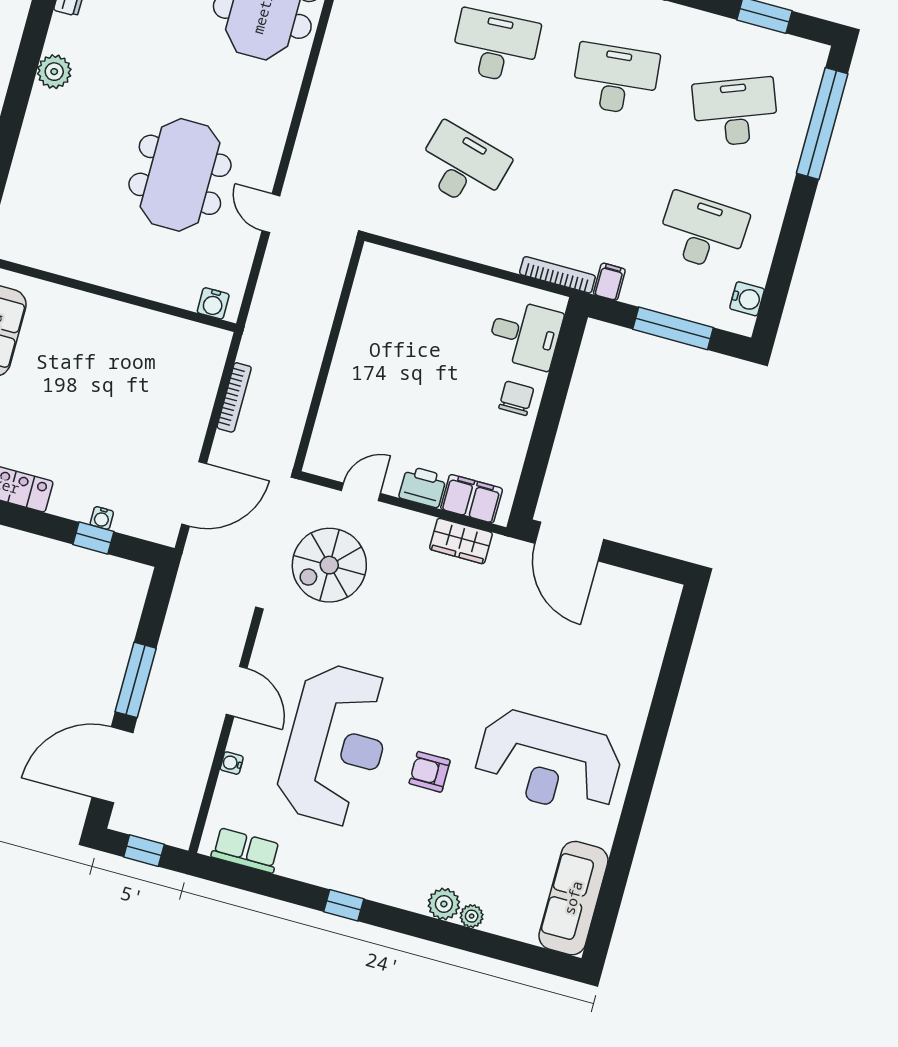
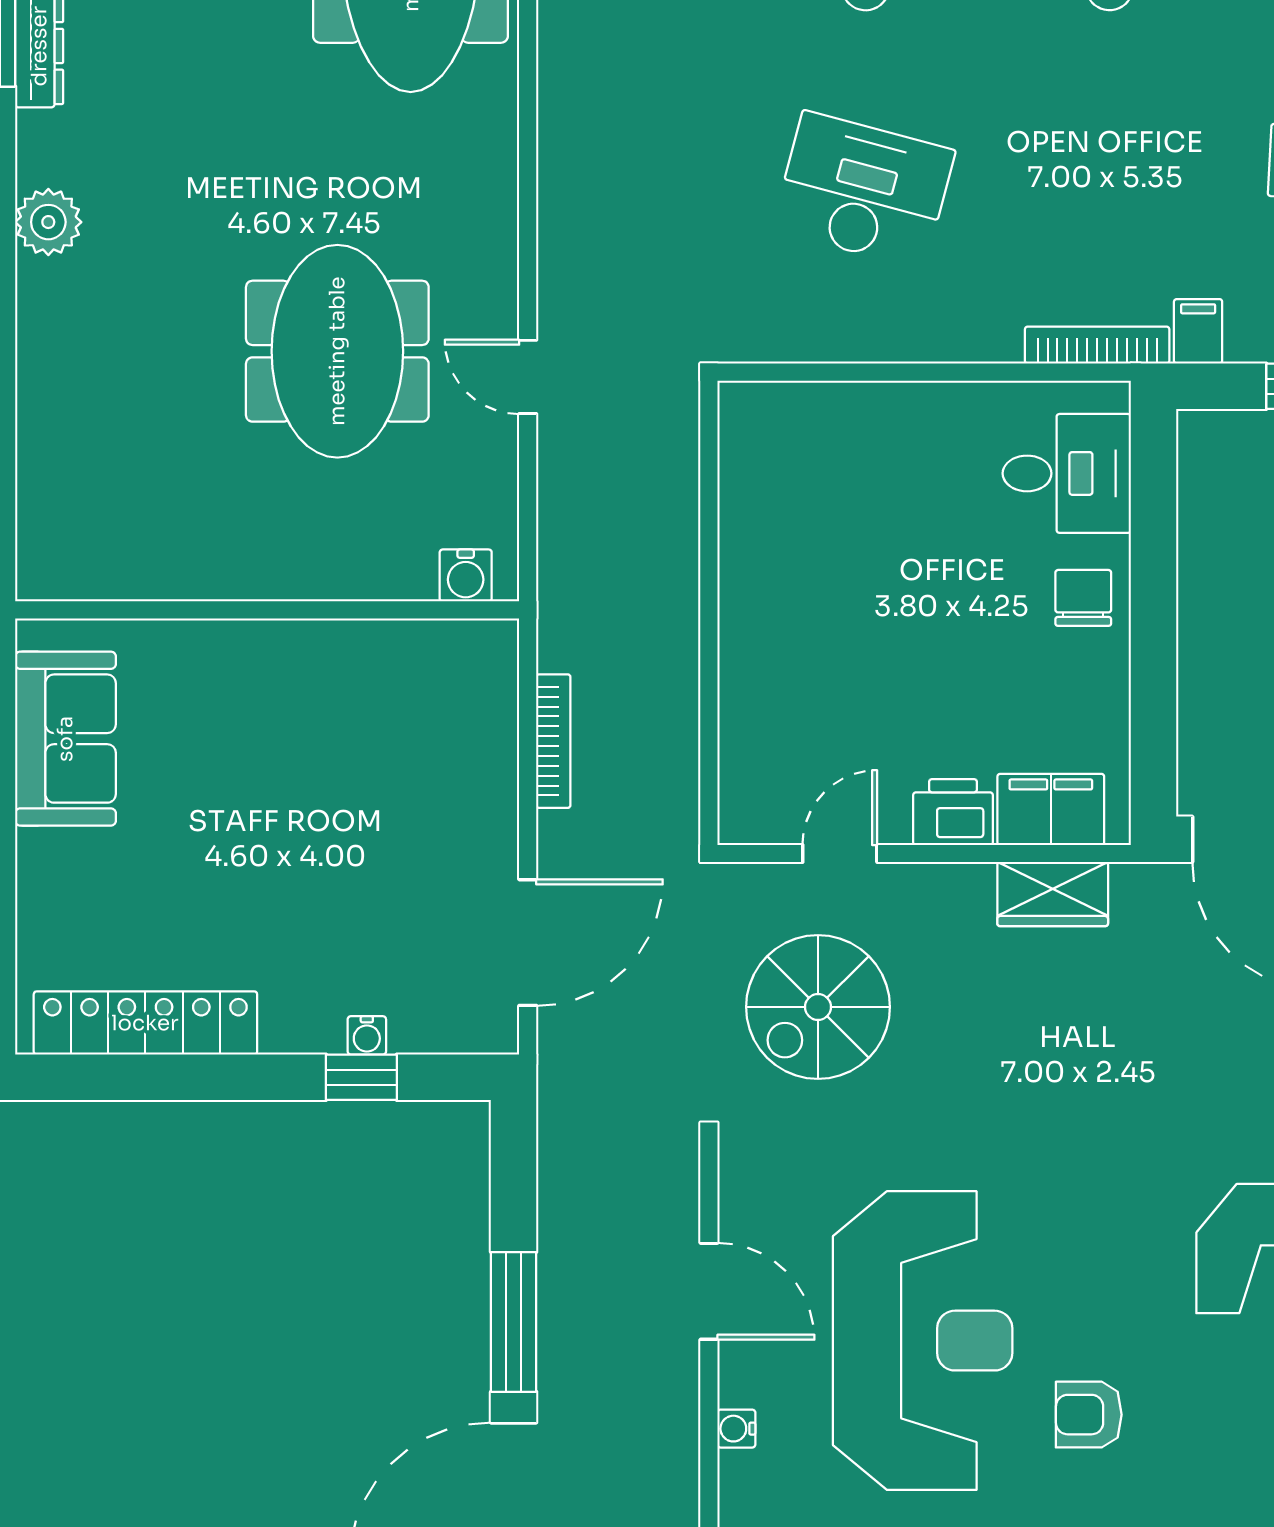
armchair: (430, 772) -> (1089, 1415), moved

